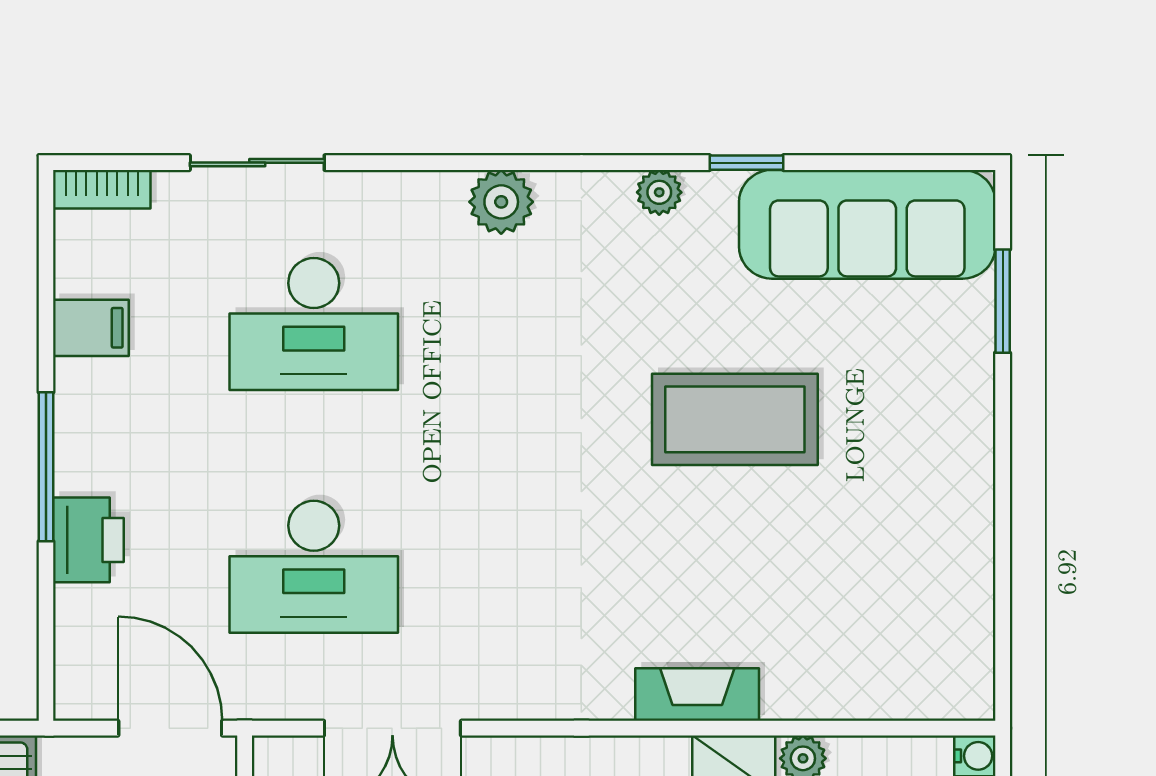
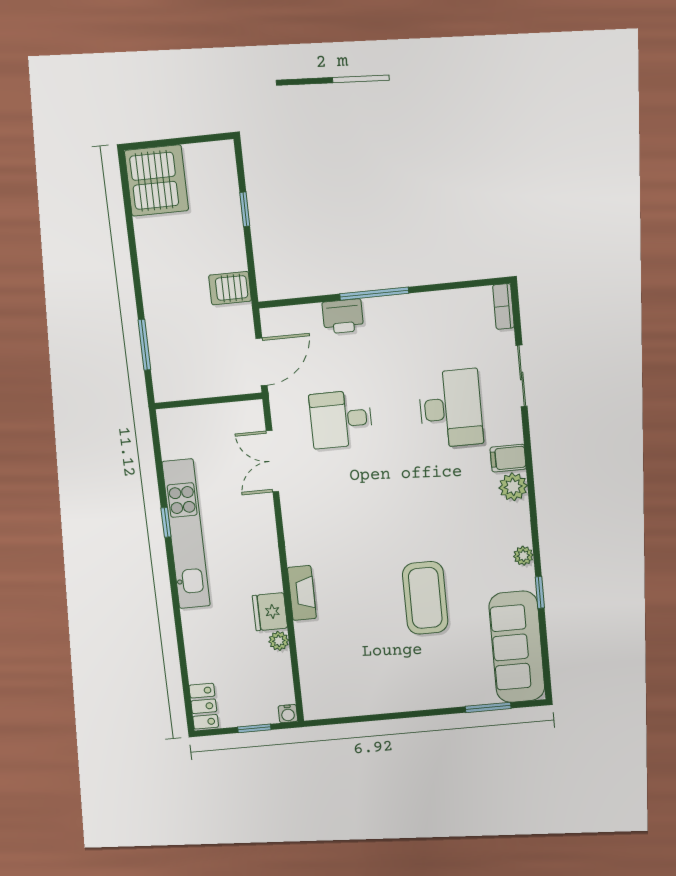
desk: (314, 324) -> (451, 409), turned 180
filing cabinet: (91, 328) -> (508, 458), moved, turned 90
desk: (314, 567) -> (341, 419), width x0.73

